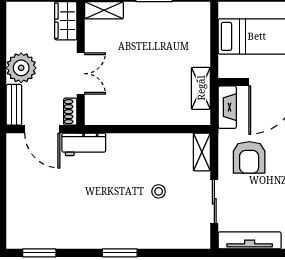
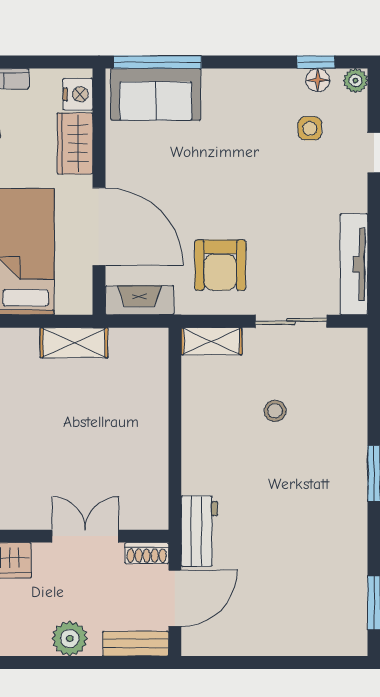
plant: (21, 68) -> (70, 639), width x0.73, depth x0.73
shelving: (201, 88) -> (74, 343), moved
armchair: (249, 157) -> (220, 265), turned 90

